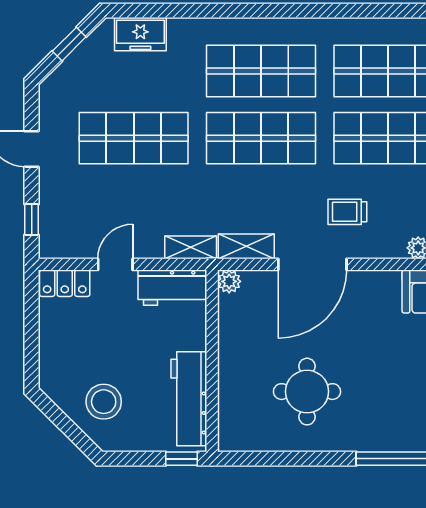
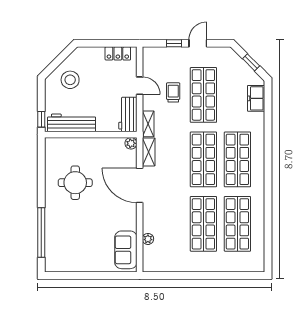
trolley: (347, 212) -> (173, 92), moved
window: (32, 220) -> (174, 43), moved
locker: (65, 283) -> (118, 53), moved, turned -90

